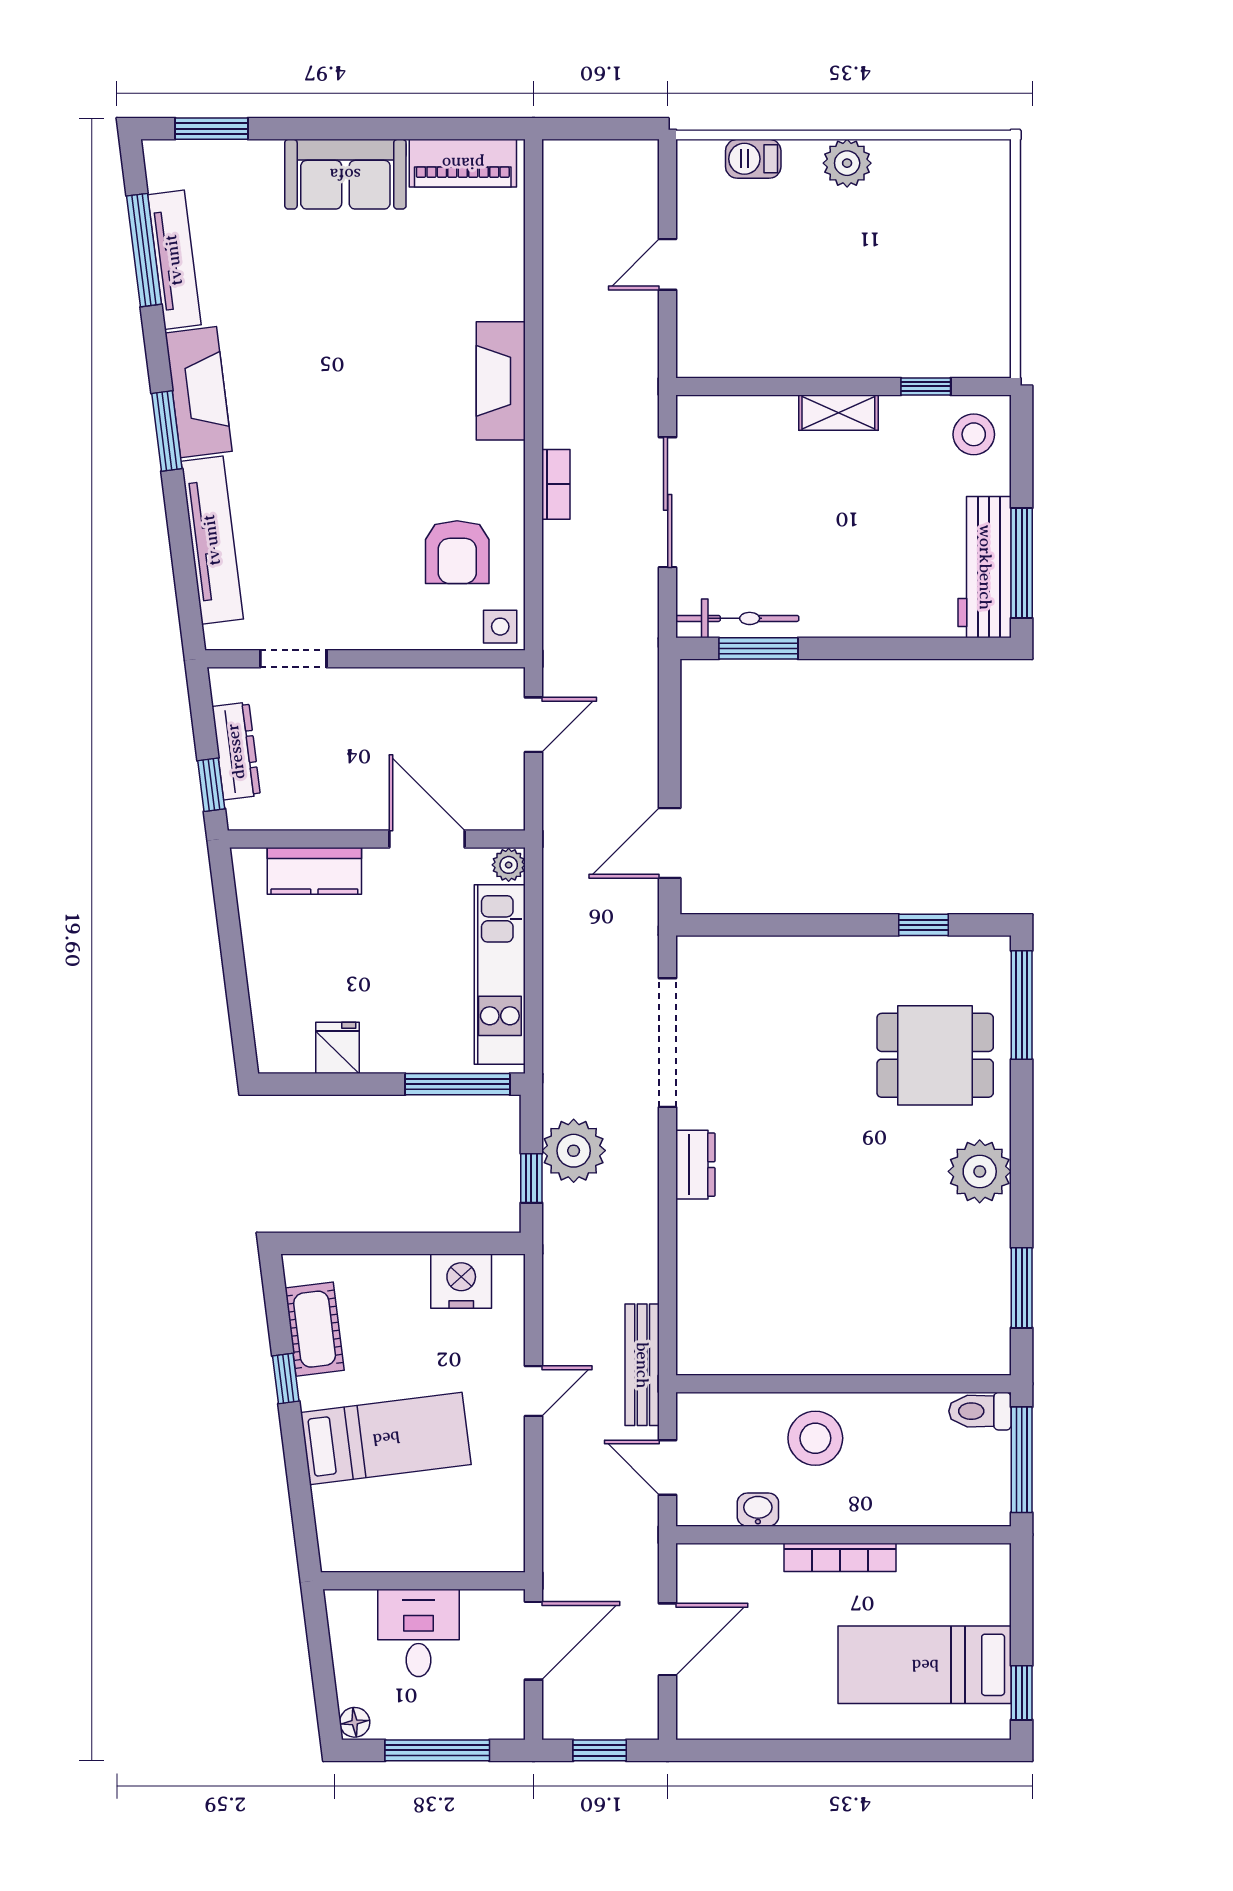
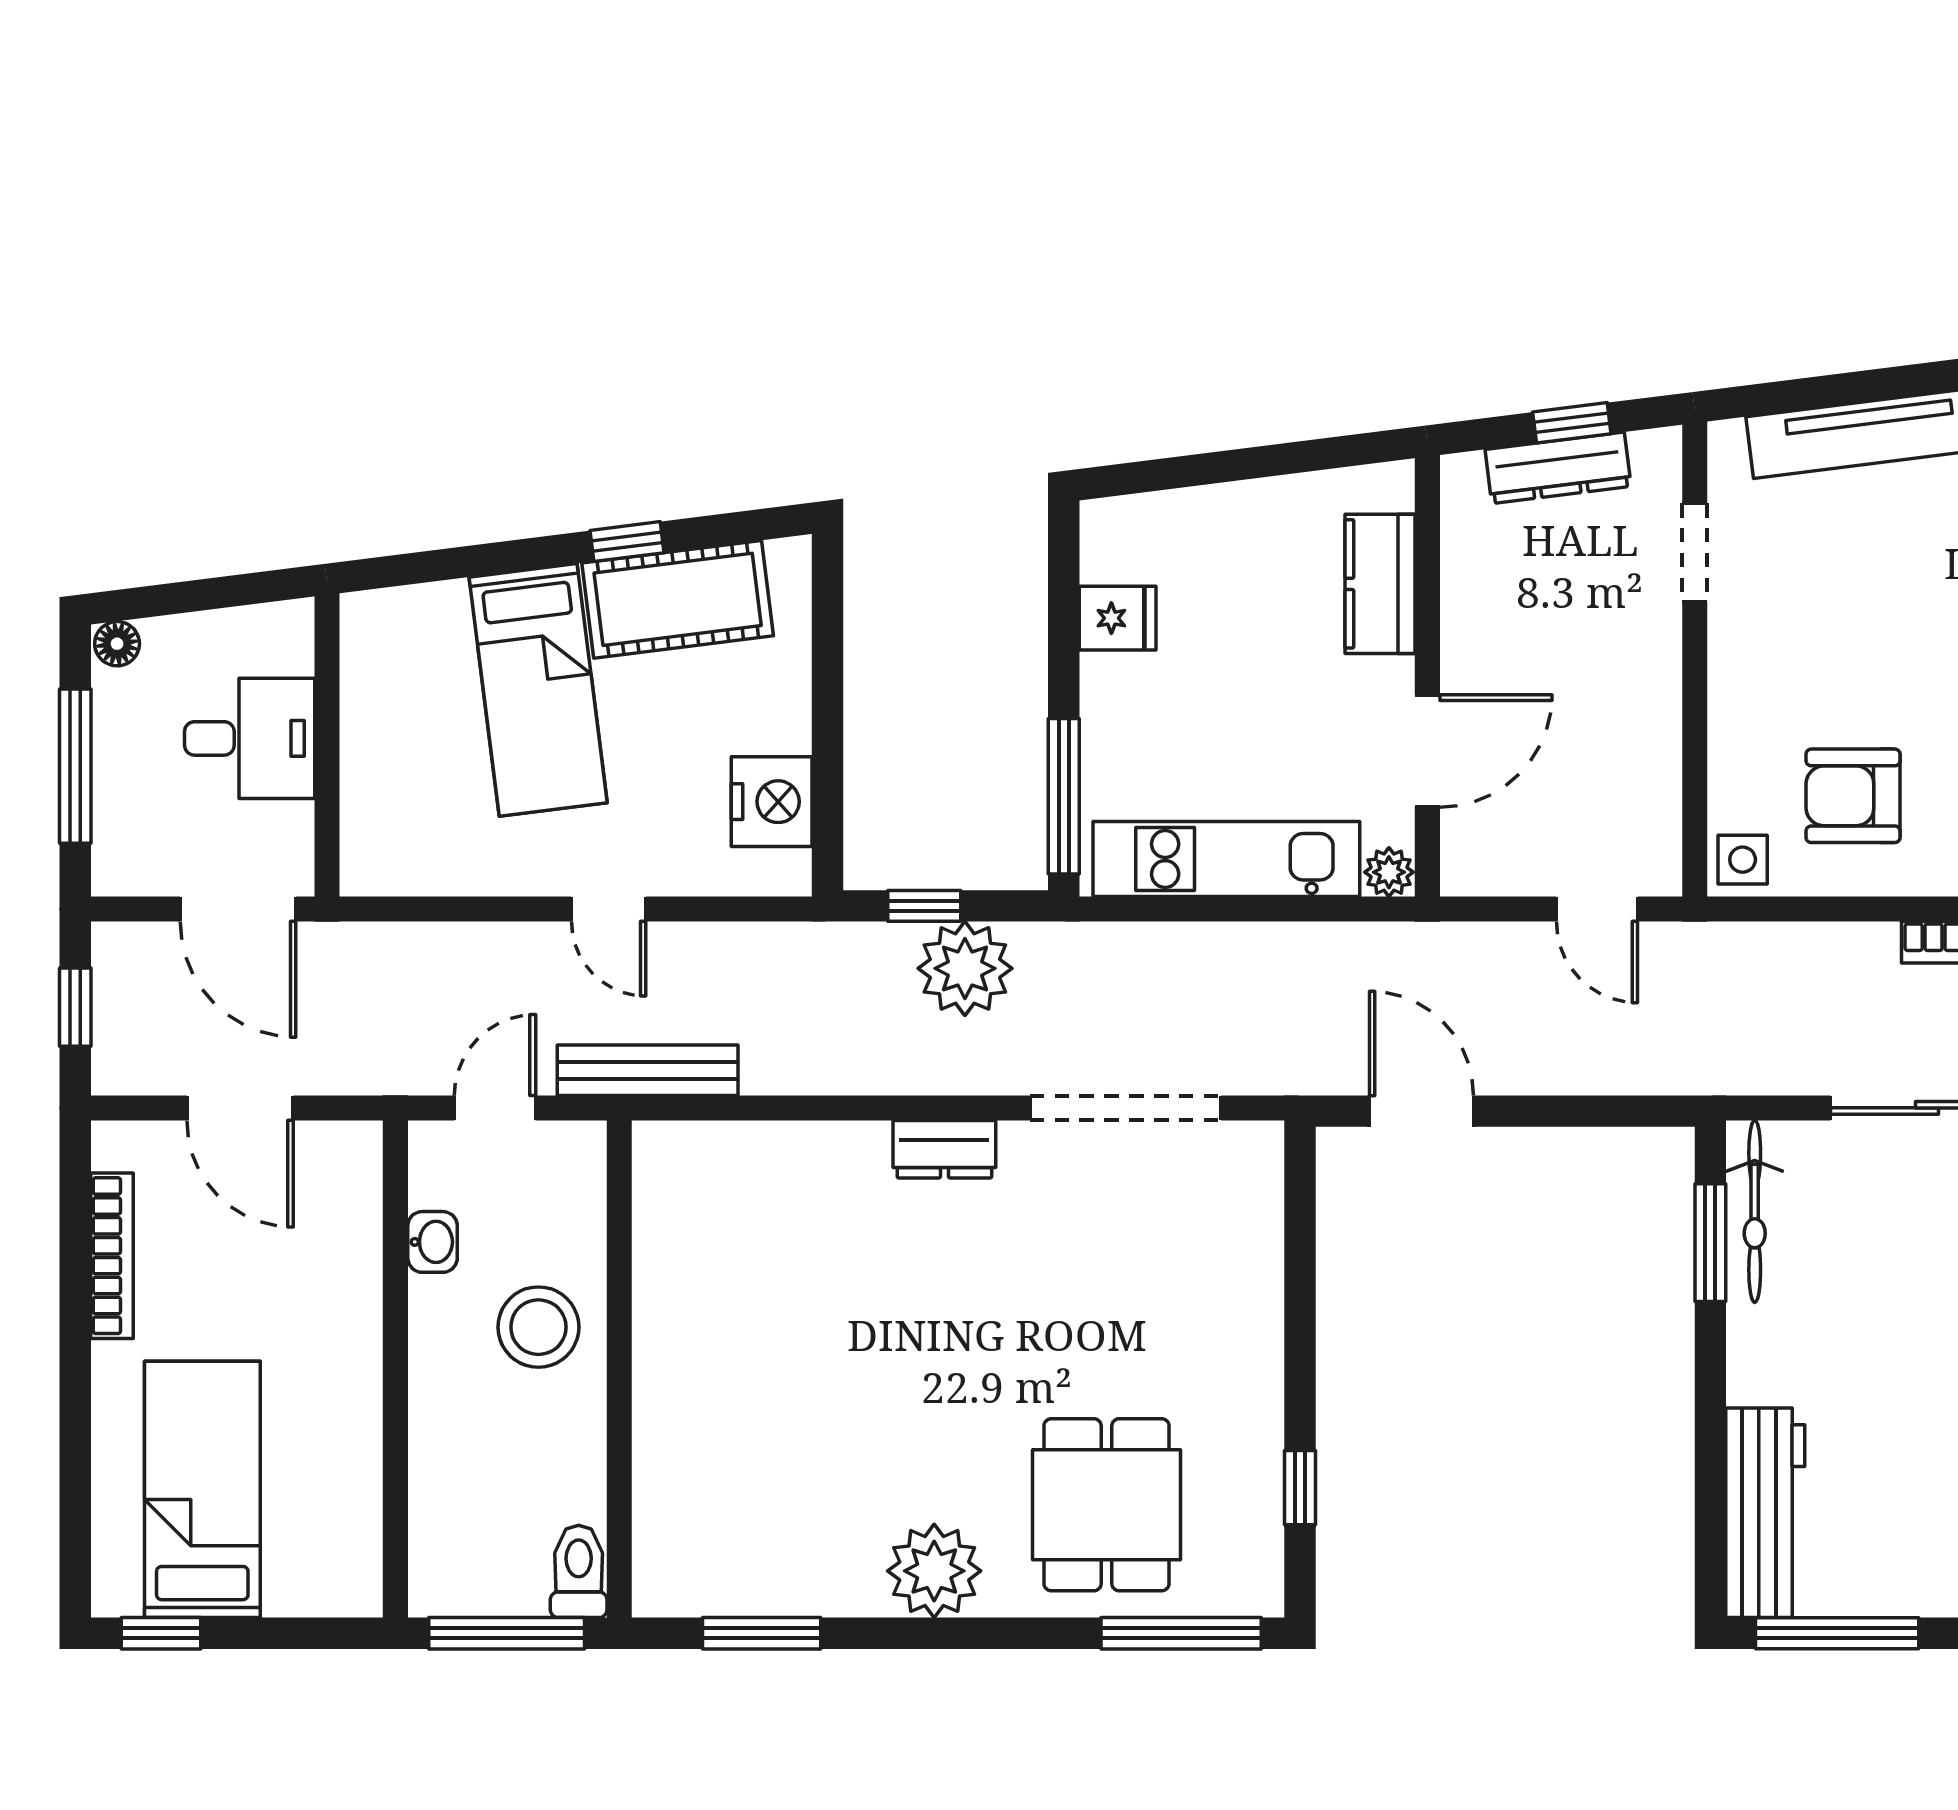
workbench: (985, 567) -> (1765, 1513), moved, turned 90
window: (211, 785) -> (1572, 423), moved
cot: (315, 1329) -> (678, 599), width x1.37, depth x1.34
bookcase: (840, 1557) -> (112, 1256), moved, turned 180

